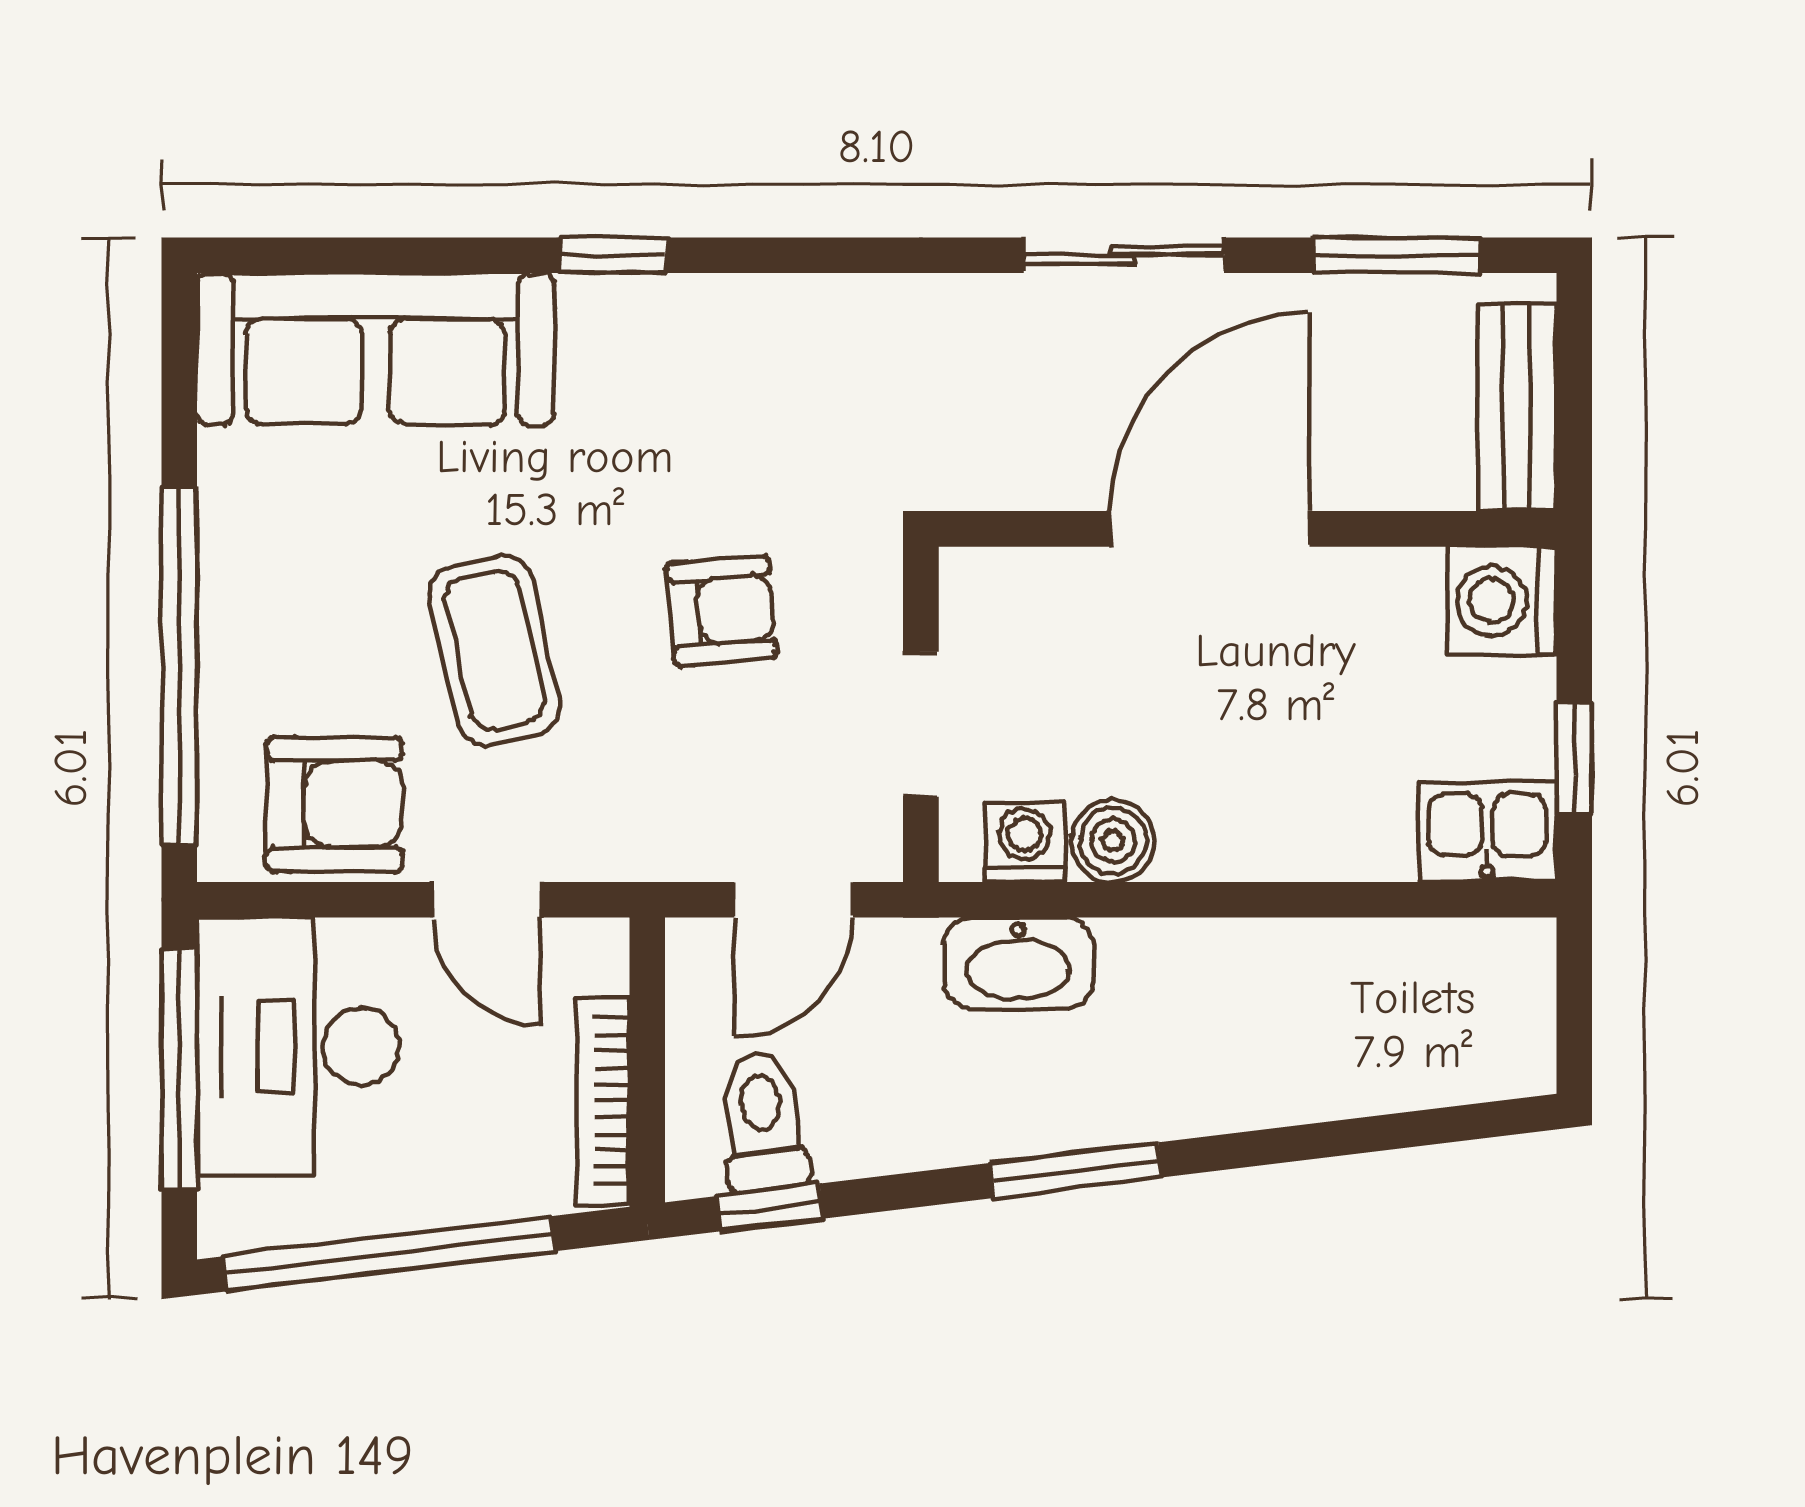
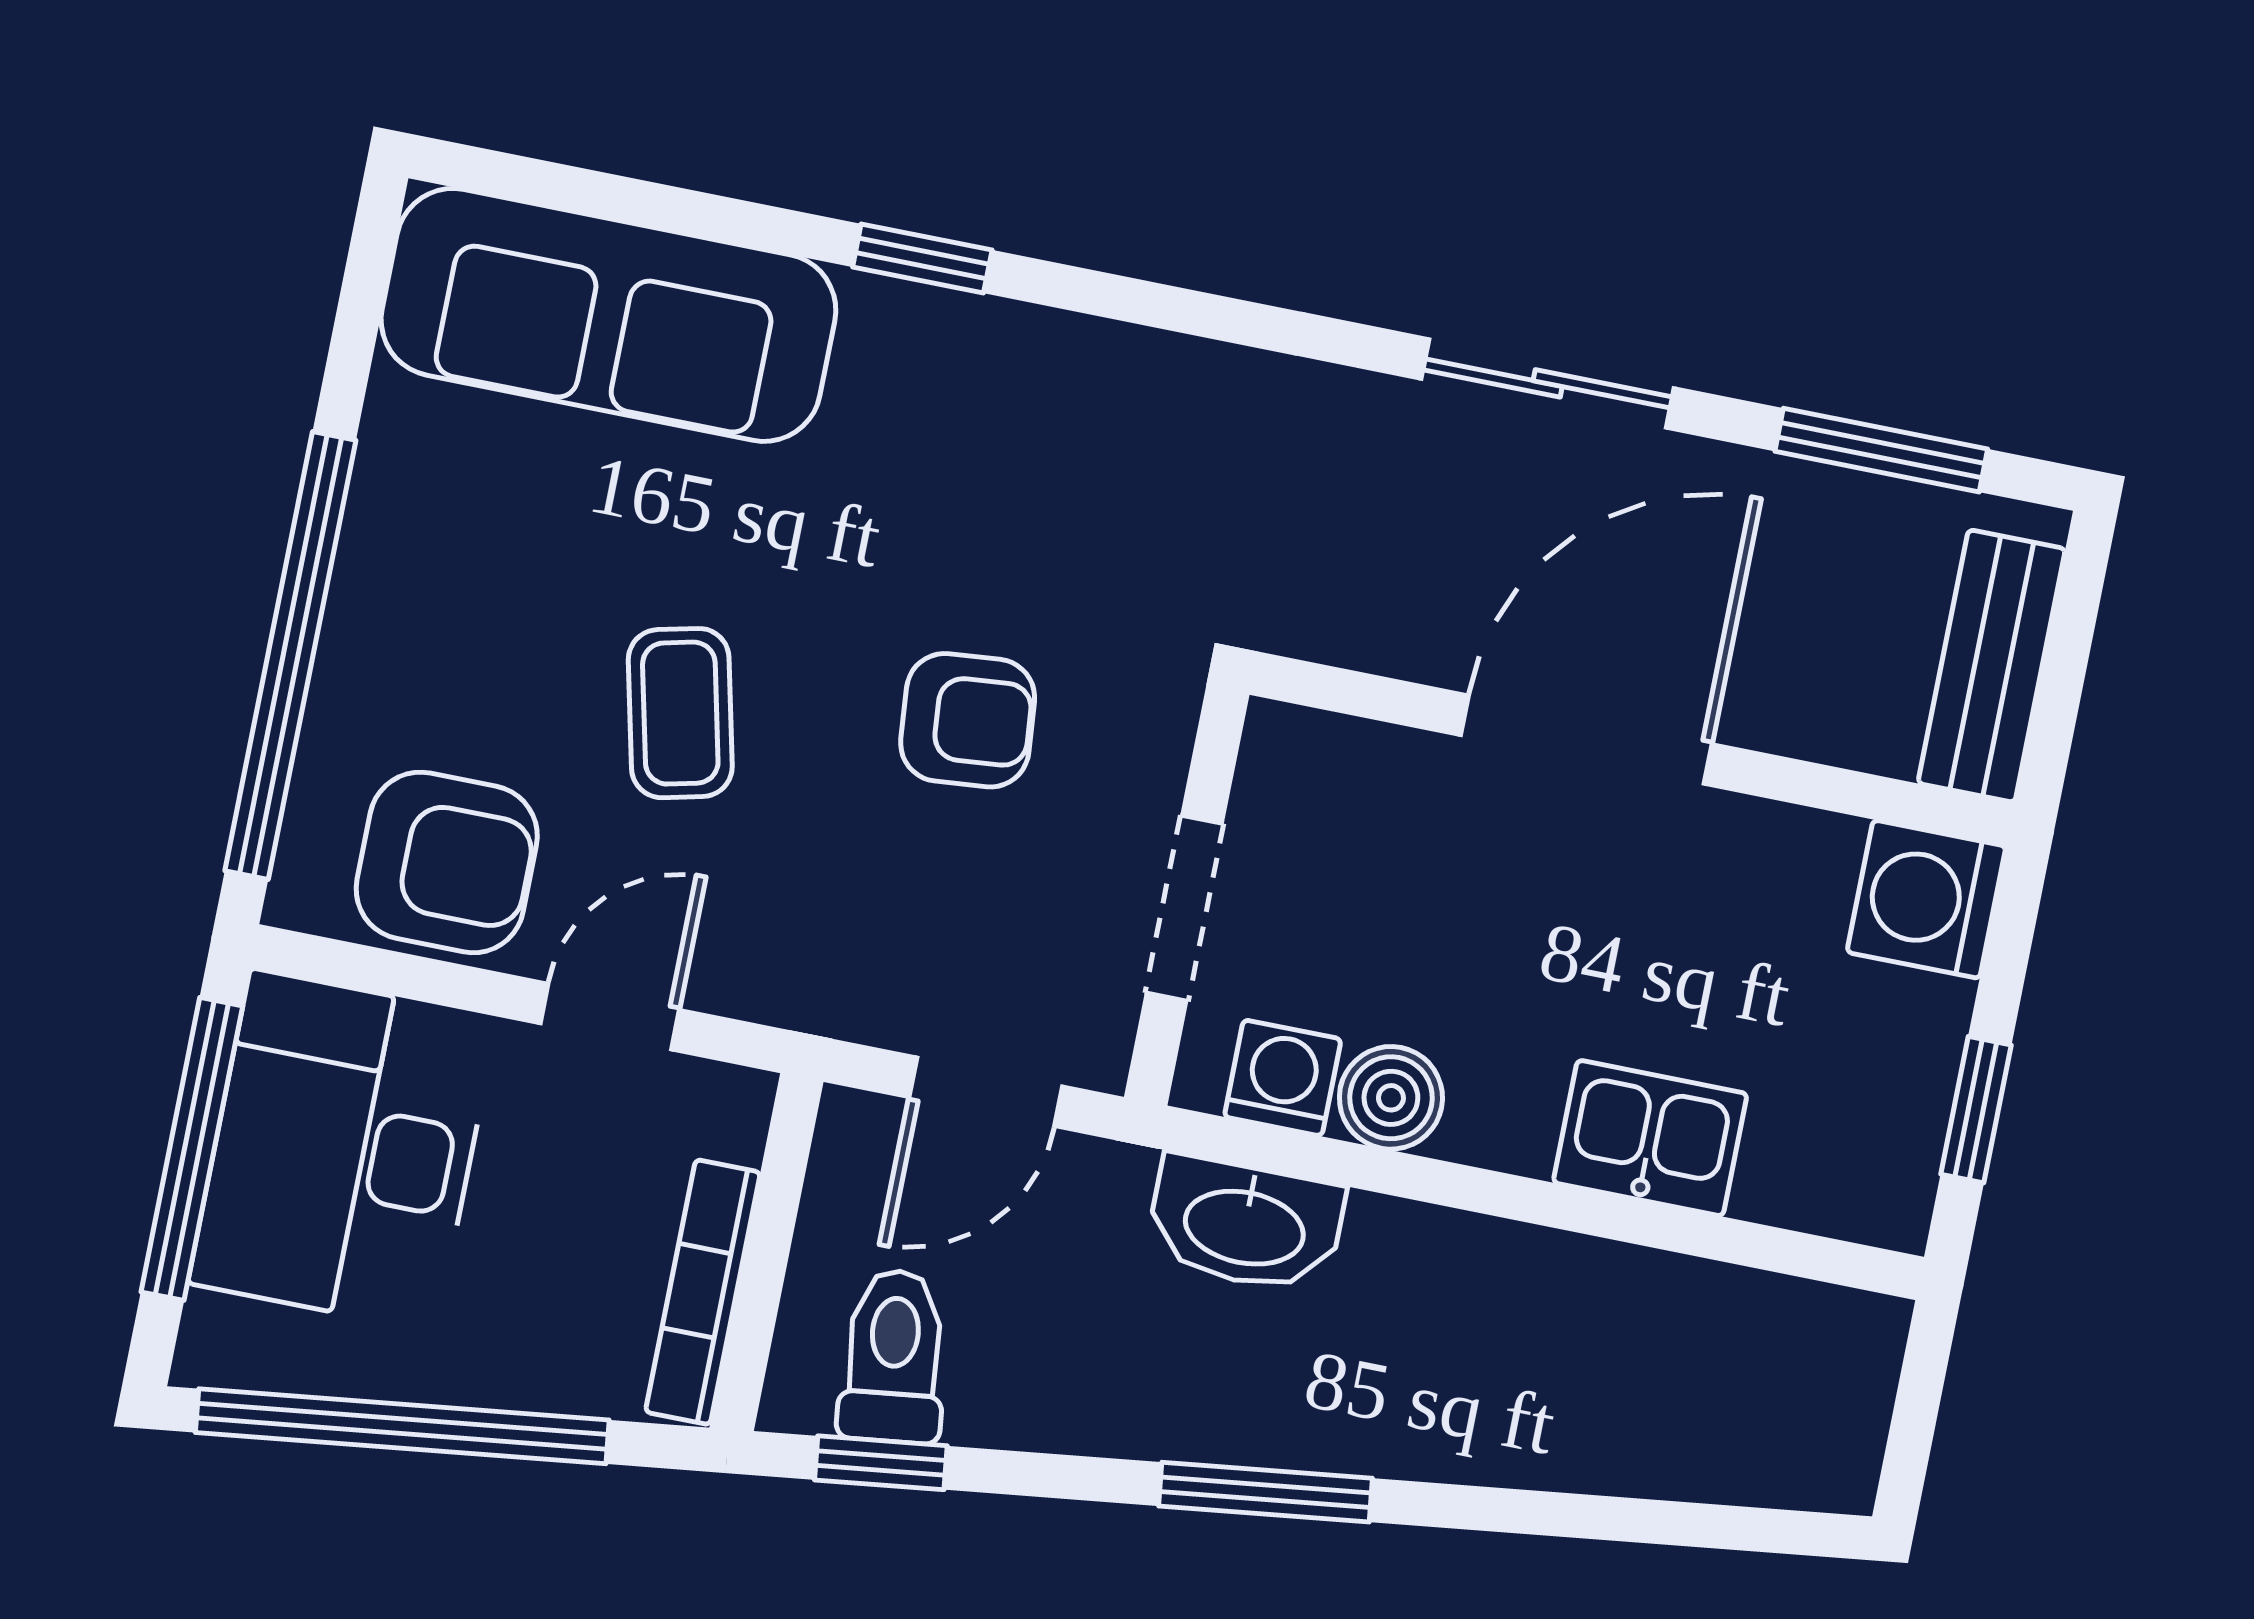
coffee table: (495, 650) -> (680, 713), width x0.73, depth x0.77
kitchen sink: (1487, 832) -> (1650, 1138), moved
door: (487, 900) -> (610, 1017), swing flipped

